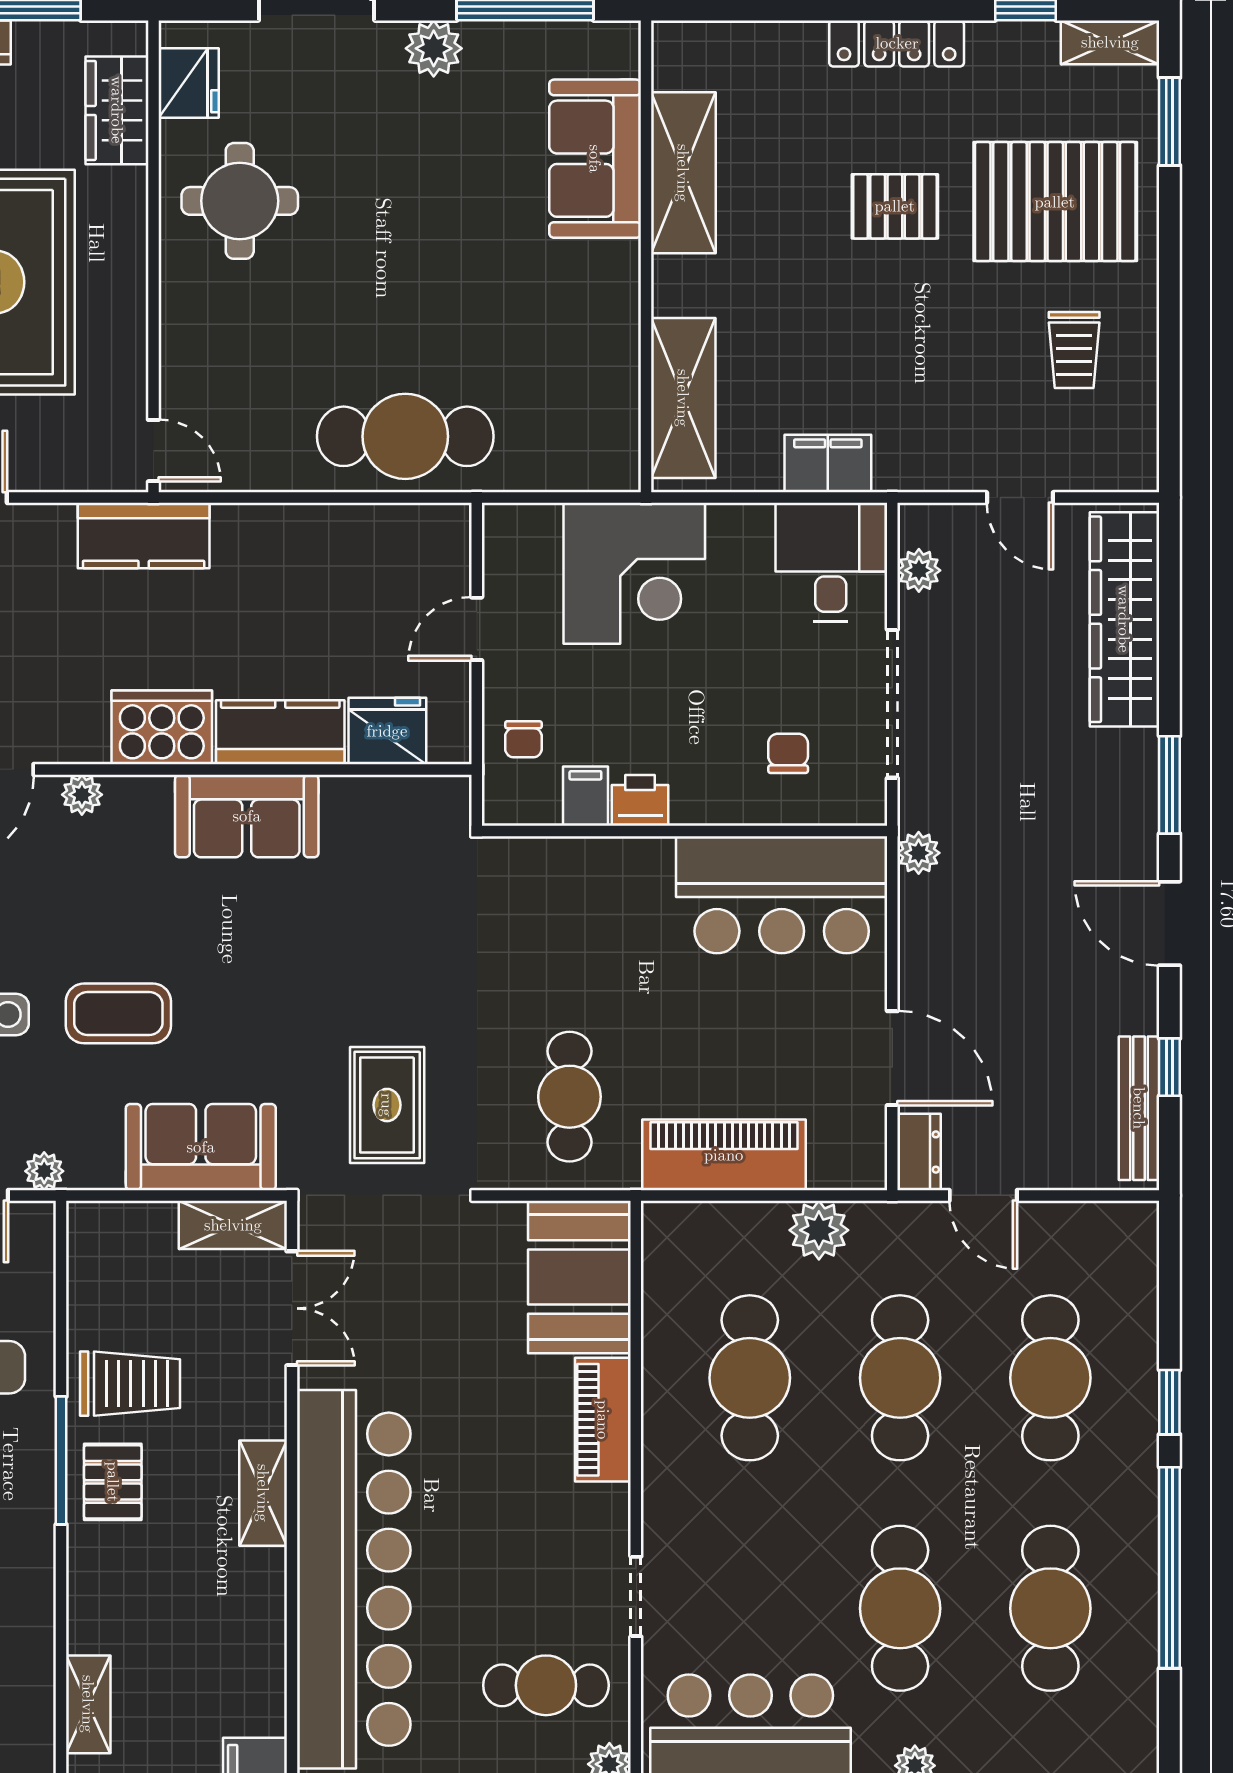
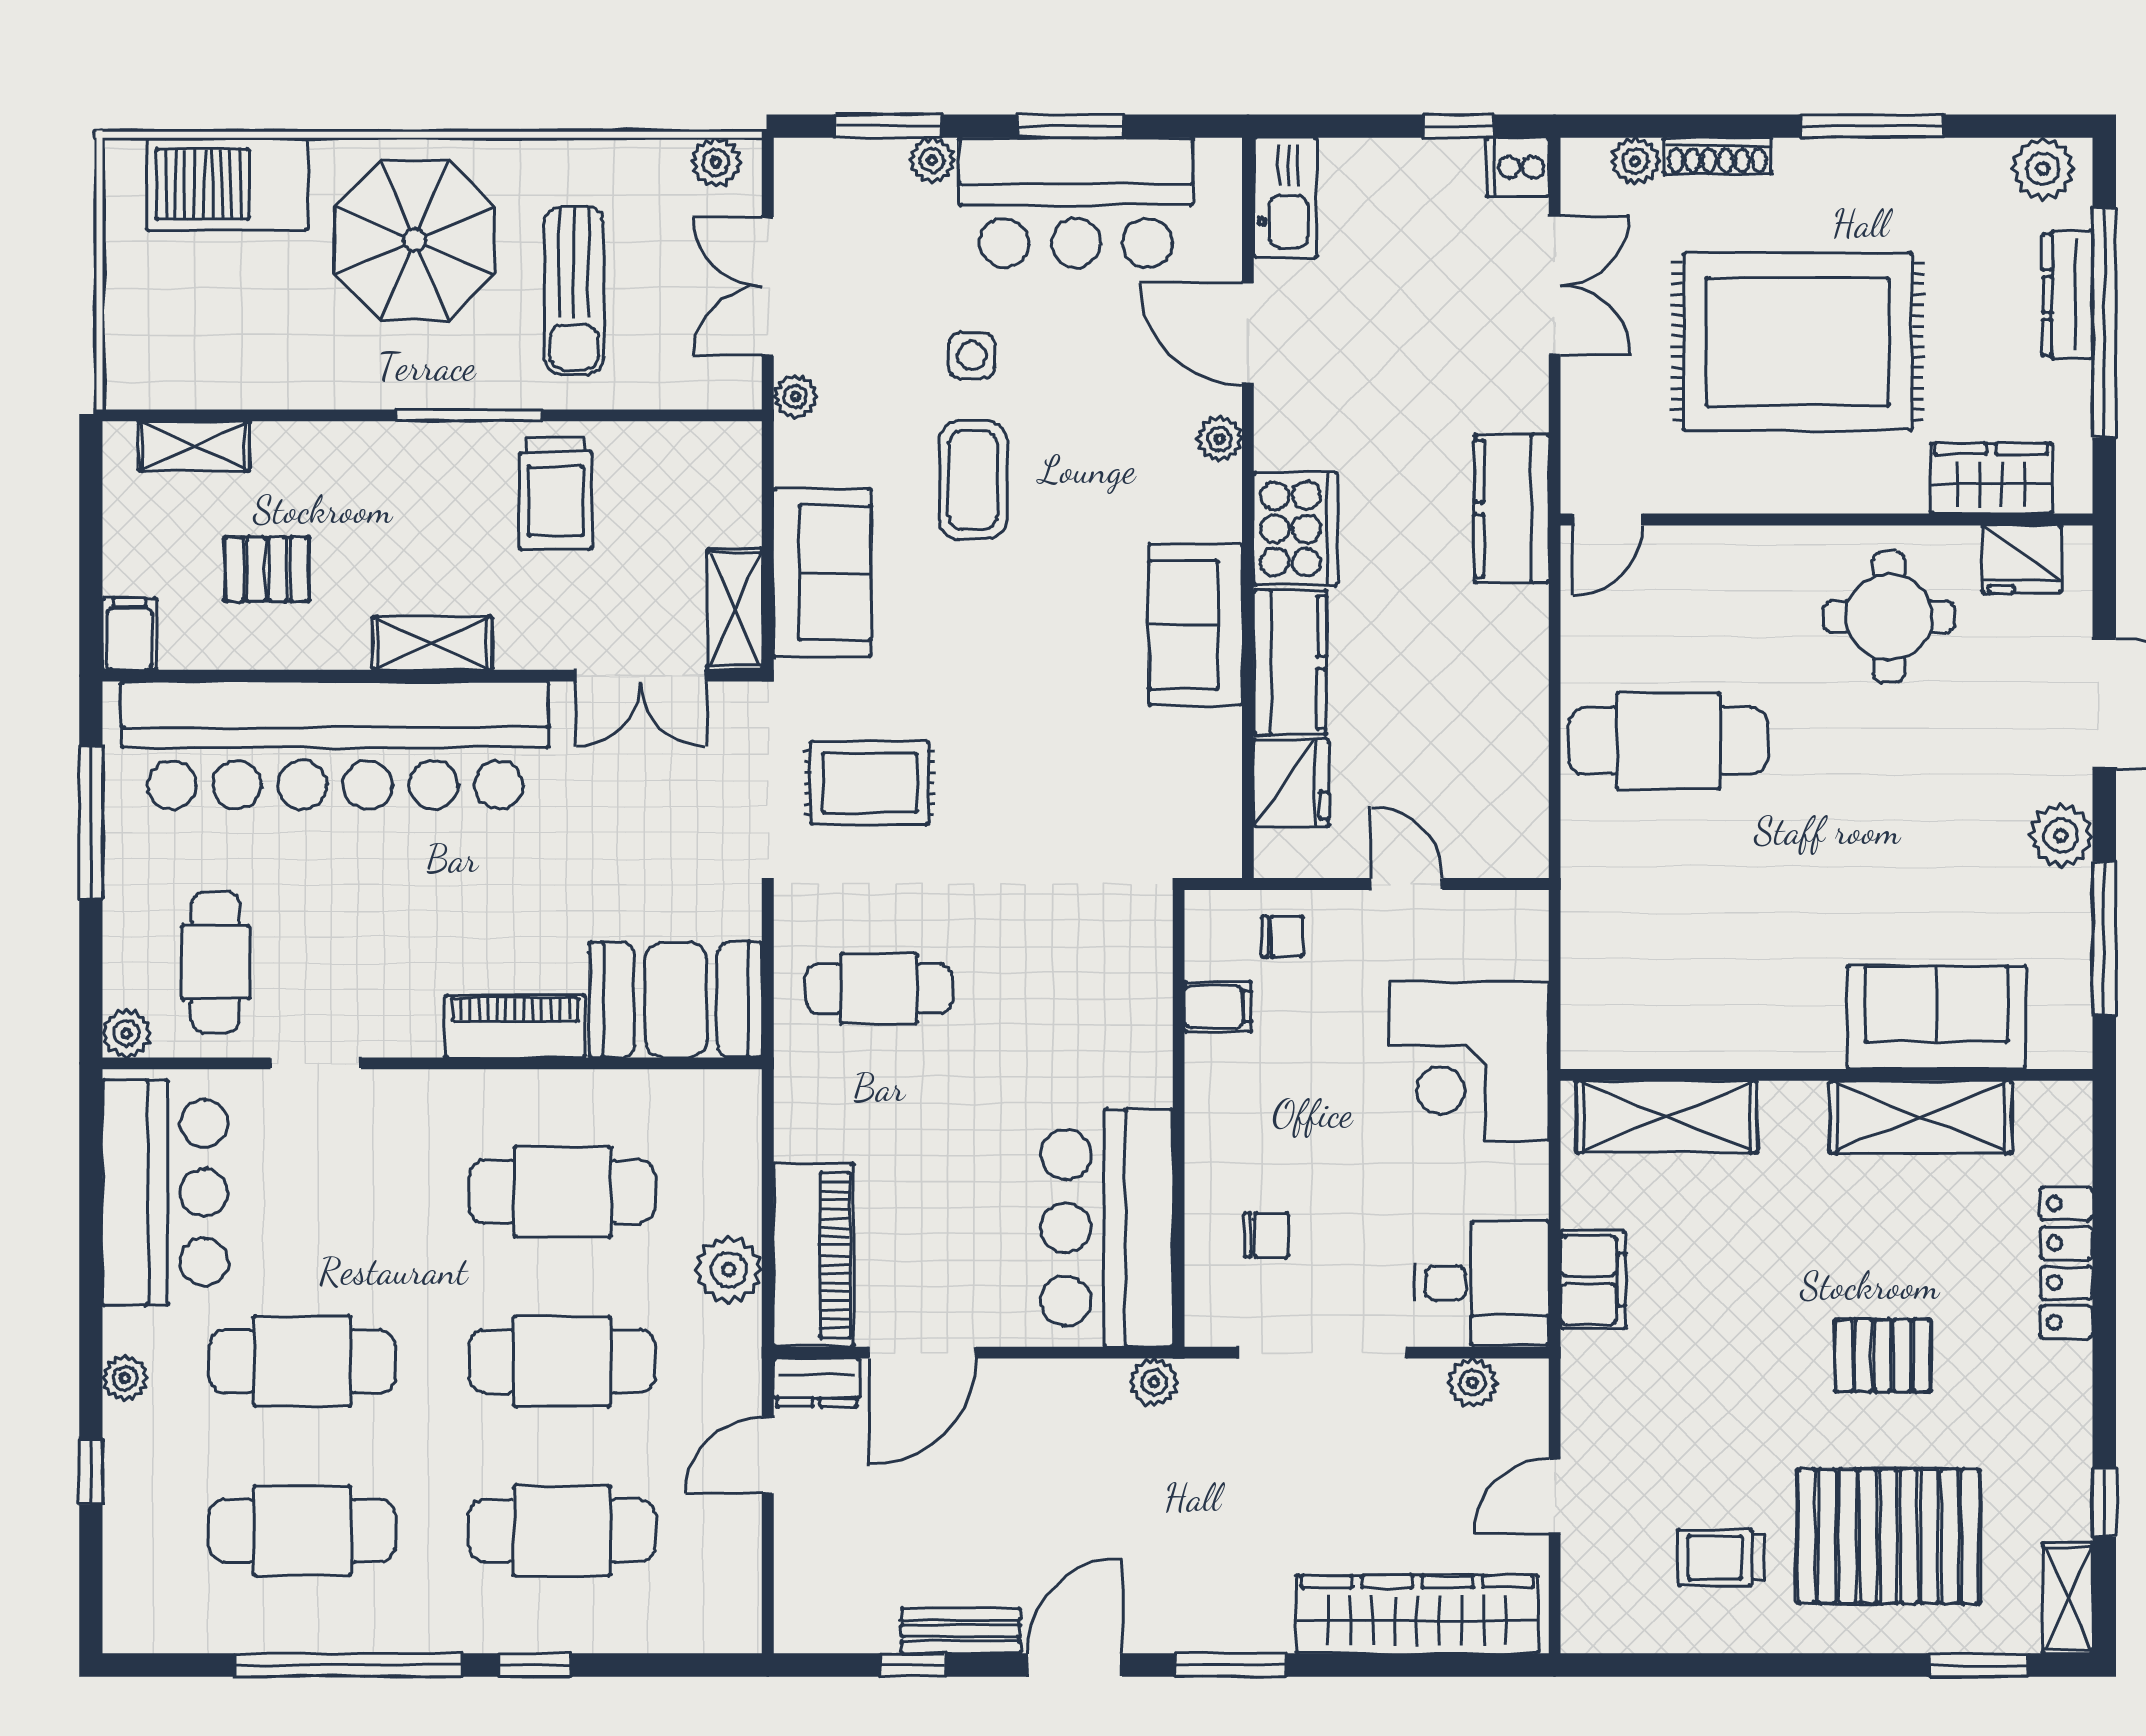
locker: (897, 43) -> (2066, 1263), moved
pallet: (1055, 202) -> (1888, 1536), turned 90
pallet: (895, 206) -> (1883, 1355), turned 90
cafe table: (405, 436) -> (1668, 741), moved, turned 90
chair: (523, 739) -> (1282, 937), turned 180
printer: (640, 800) -> (1213, 1068), removed
bench: (1139, 1108) -> (961, 1631), moved, width x0.73
piano: (724, 1155) -> (814, 1255), moved
pallet: (113, 1482) -> (267, 569), moved

